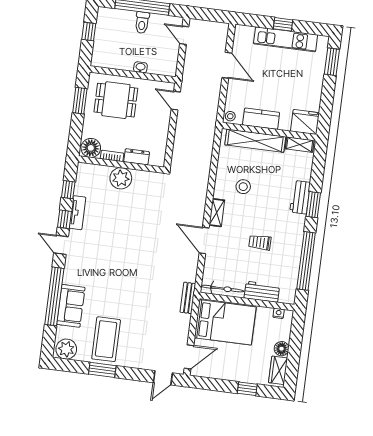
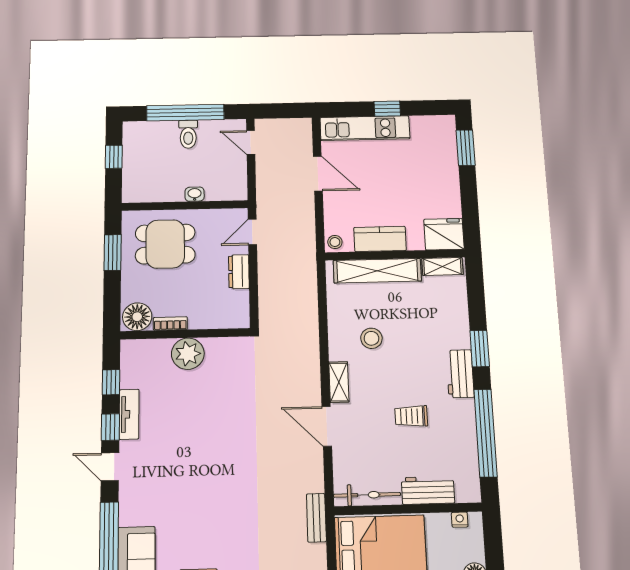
kitchen unit: (286, 39) -> (365, 128), moved
door: (176, 101) -> (252, 232), hinge flipped
dresser: (137, 157) -> (239, 272), moved, turned -90
workbench: (300, 197) -> (460, 374), moved

